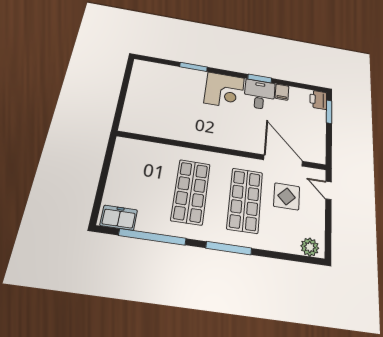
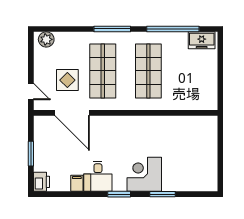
window: (260, 79) -> (119, 194), moved
corner desk: (224, 90) -> (144, 174), moved
window: (329, 112) -> (31, 154), moved

